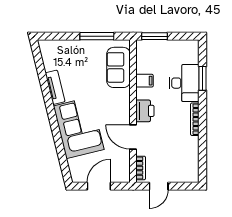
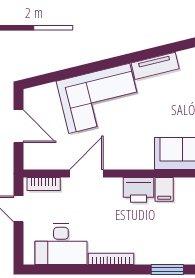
desk: (184, 83) -> (61, 244), moved
printer: (145, 111) -> (139, 190), moved

